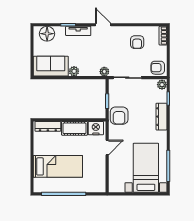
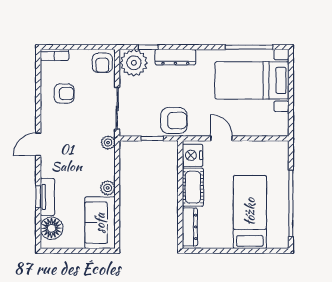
tv unit: (78, 31) -> (47, 197), moved
plant: (162, 85) -> (134, 63), width x1.87, depth x1.87

